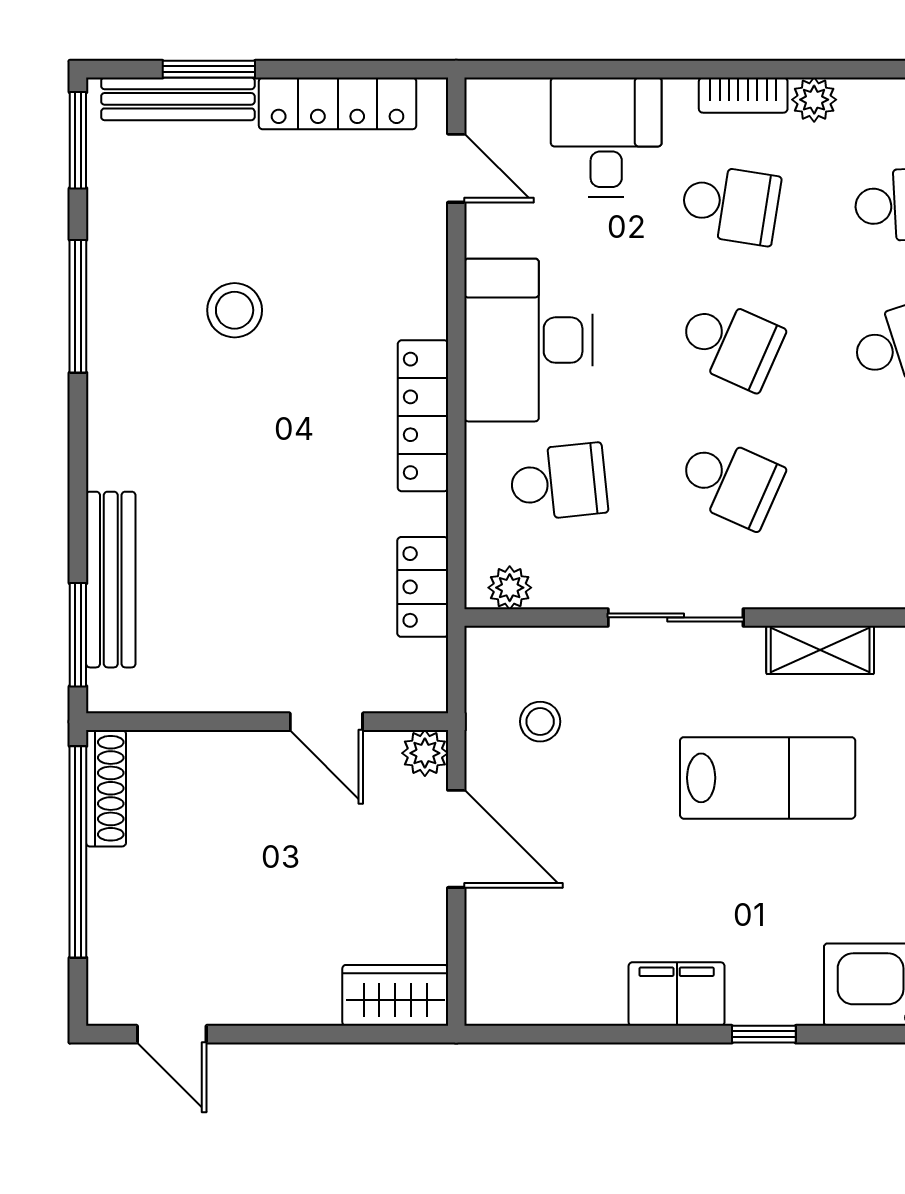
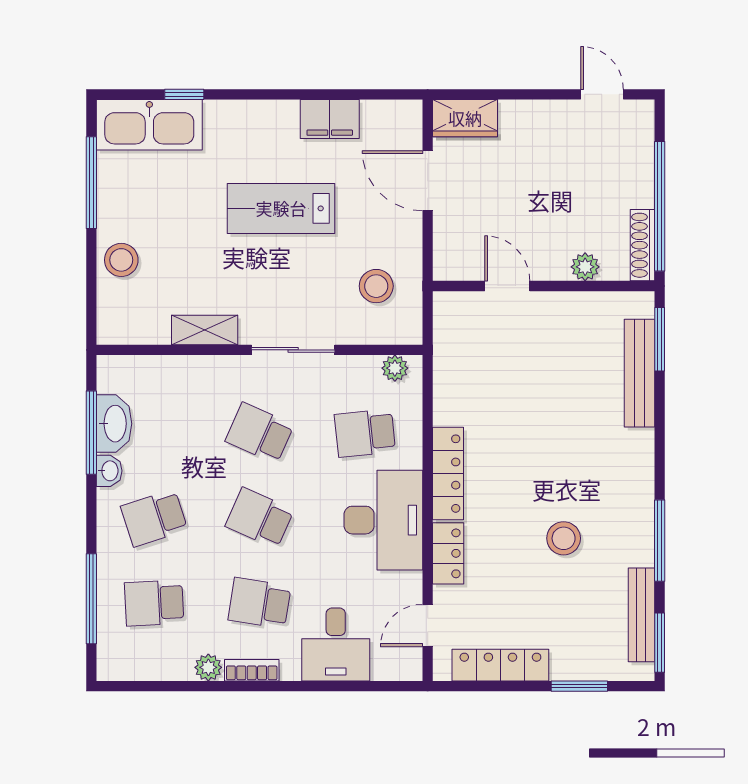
bench: (178, 99) -> (641, 615), moved, turned 90
door: (456, 168) -> (428, 625), hinge flipped
locker: (423, 587) -> (448, 553), moved
stool: (540, 722) -> (376, 286), width x1.37, depth x1.37
plant: (425, 753) -> (585, 267), moved
lab bench: (768, 778) -> (281, 208), moved
door: (456, 839) -> (428, 181), moved
filing cabinet: (677, 994) -> (330, 119), moved
window: (764, 1034) -> (184, 94), moved

